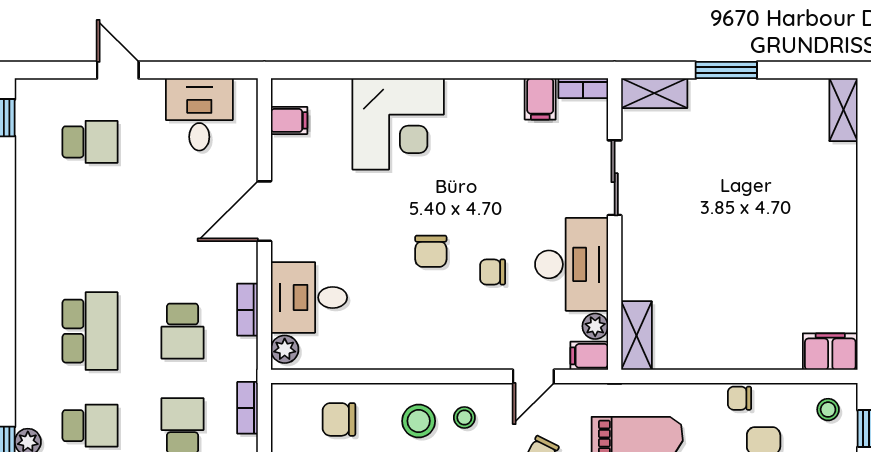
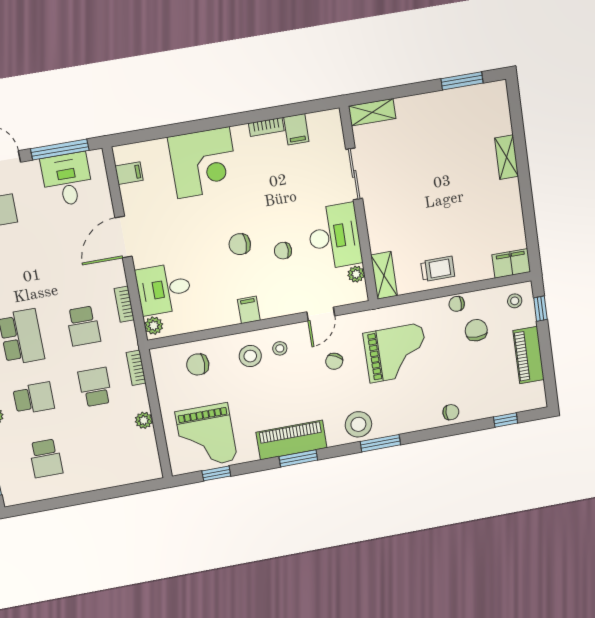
window: (197, 70) -> (60, 150), added
window: (726, 70) -> (462, 81), moved
bookcase: (583, 88) -> (266, 127), moved
shelving: (844, 110) -> (507, 157), moved
chair: (431, 251) -> (240, 244), turned 90
trolley: (718, 340) -> (438, 269), added
filing cabinet: (589, 356) -> (249, 310), moved, turned 90

